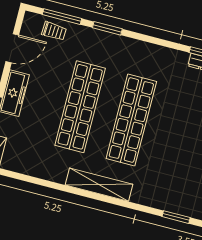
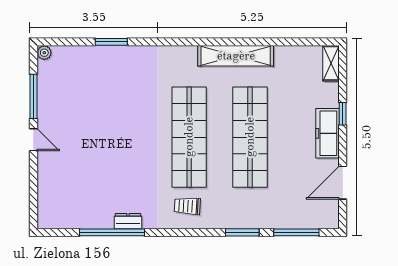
trolley: (54, 31) -> (187, 206), moved
shelving: (99, 185) -> (236, 56), moved

